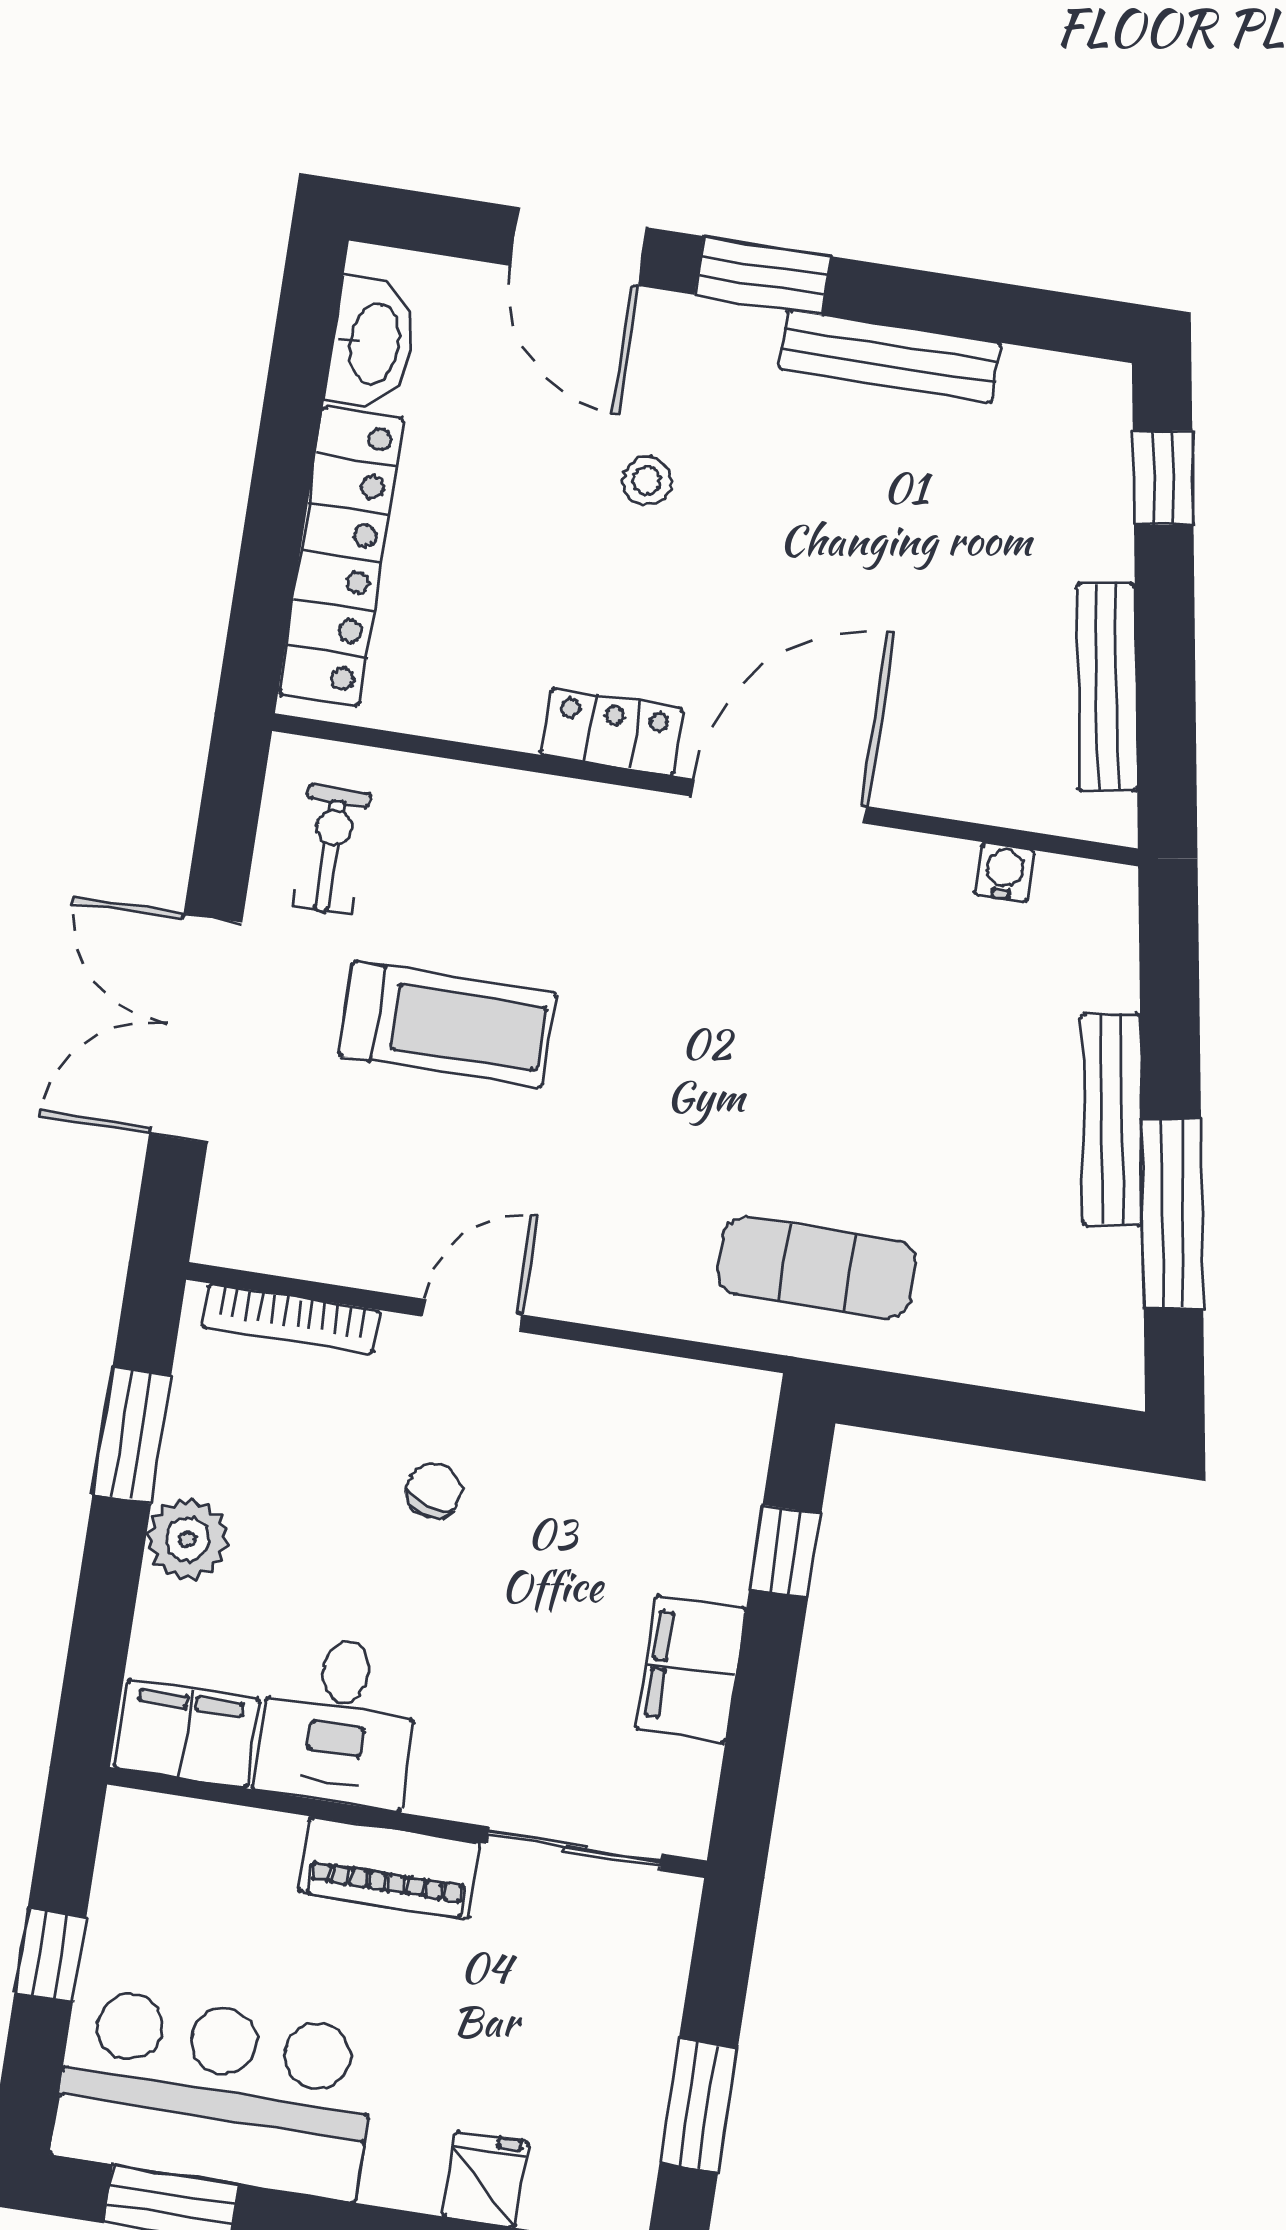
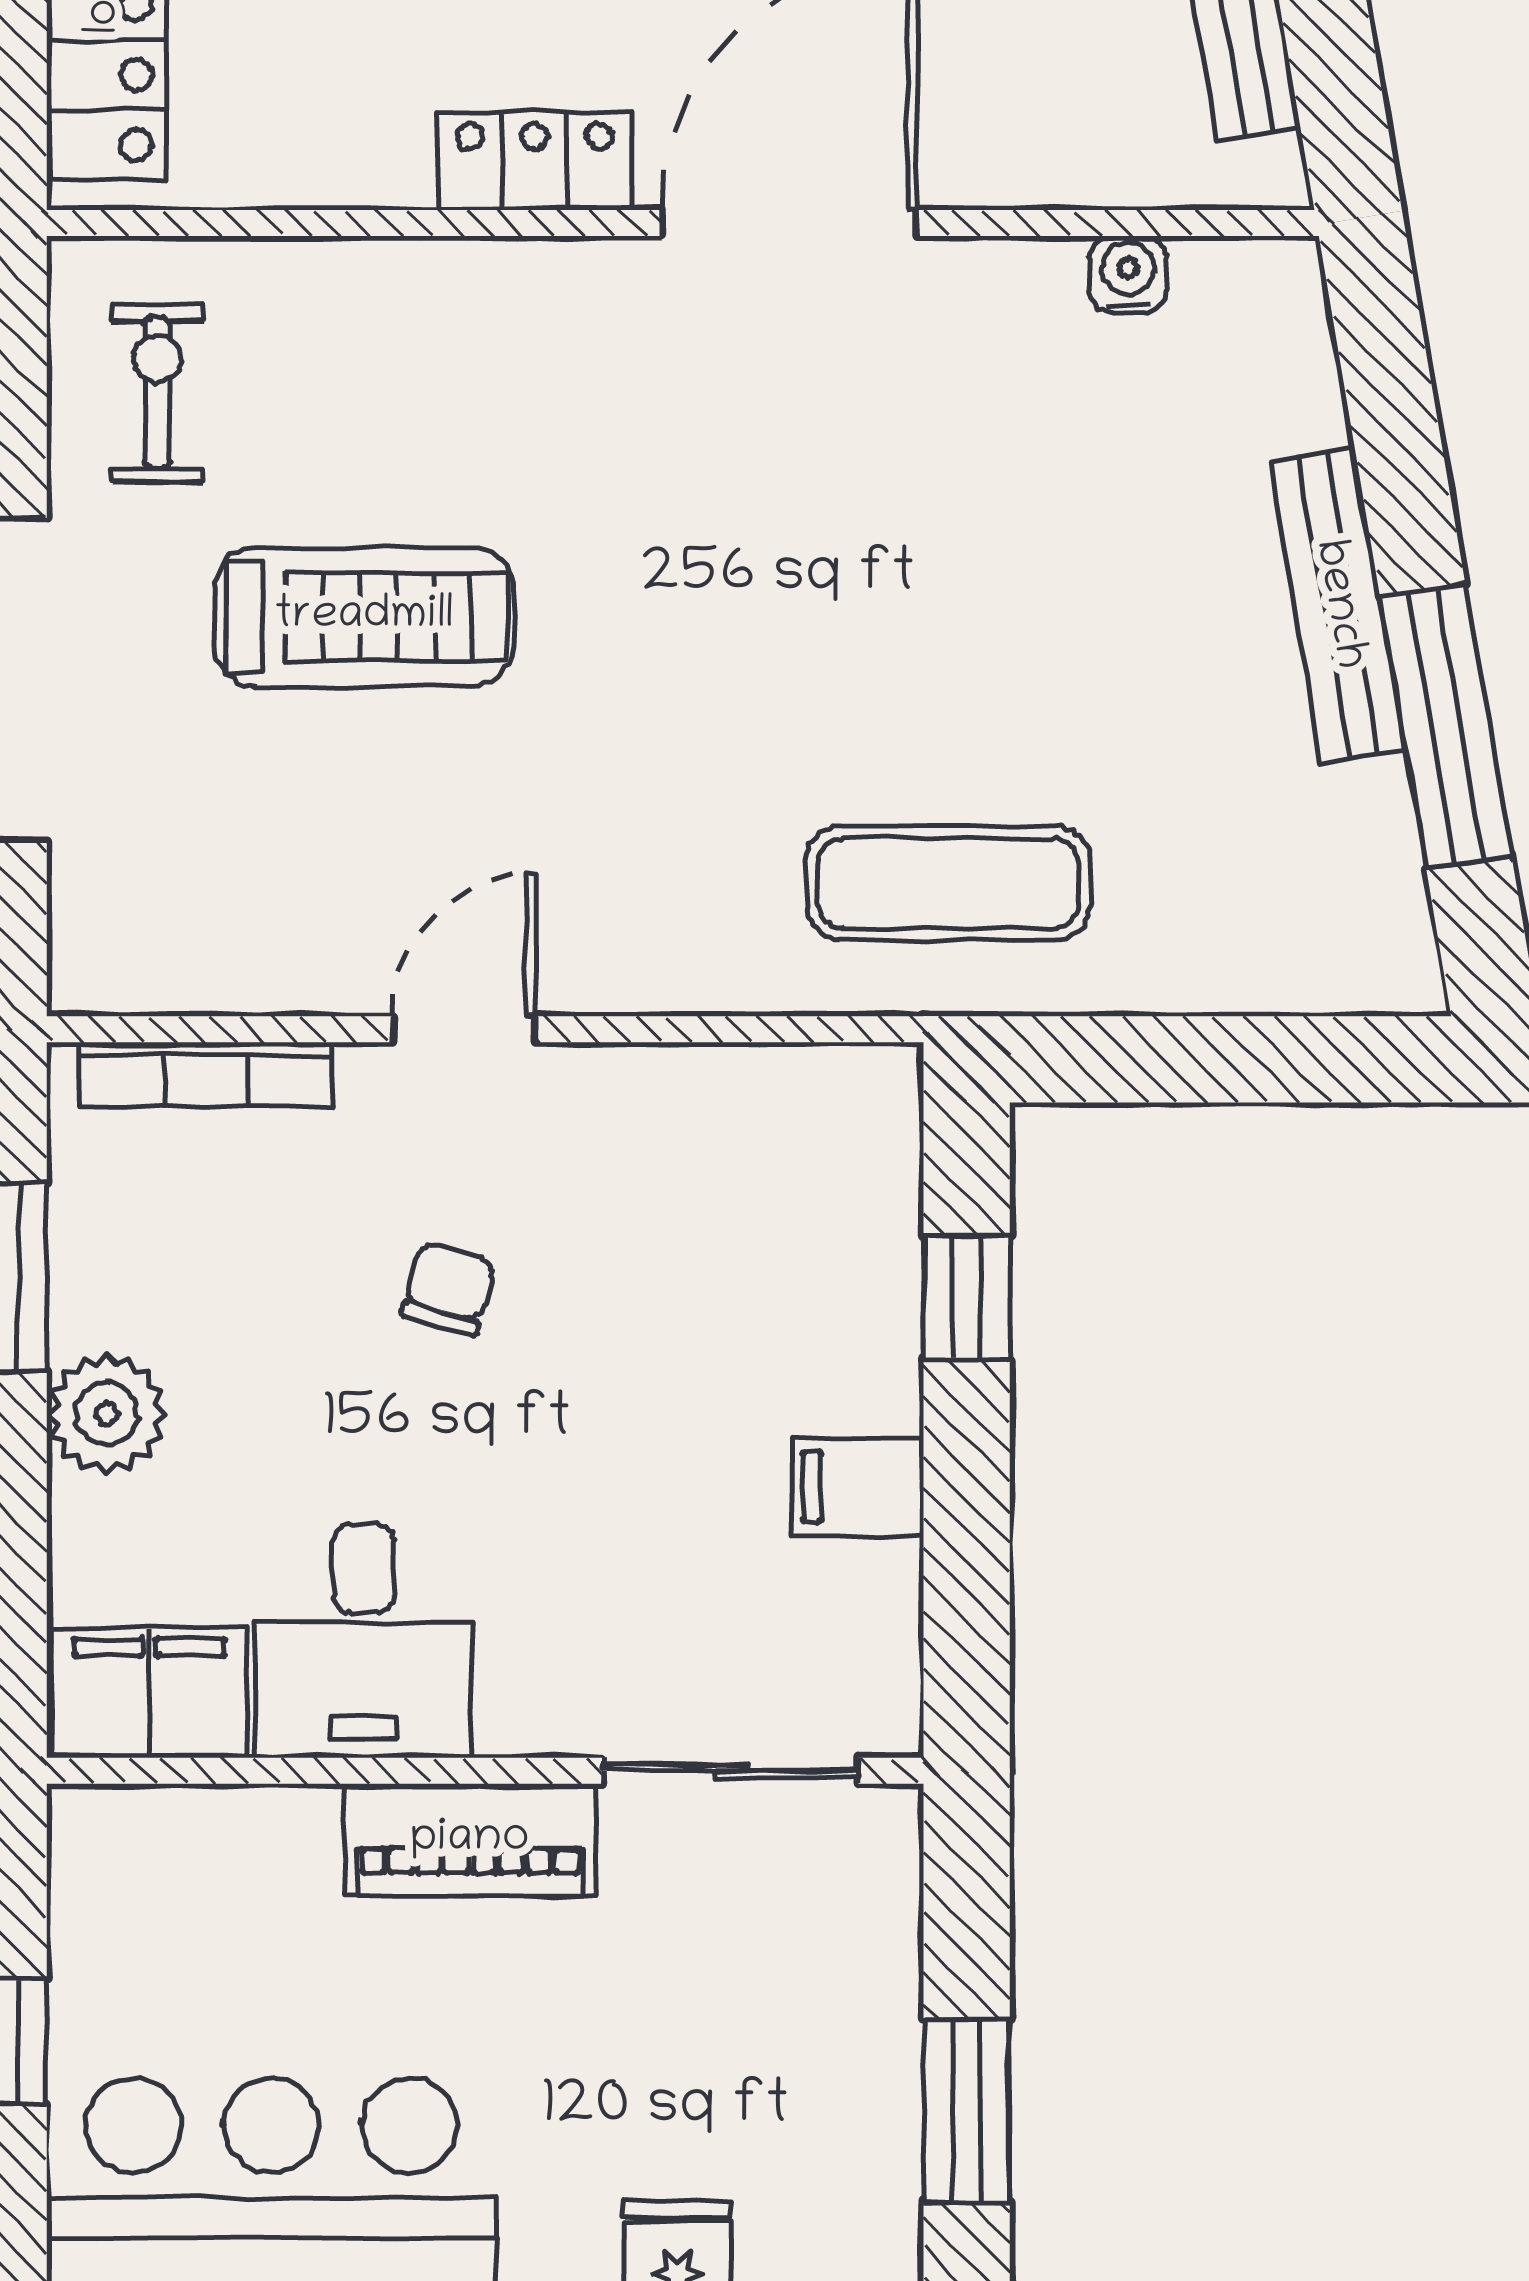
filing cabinet: (691, 1669) -> (858, 1487), width x0.50

